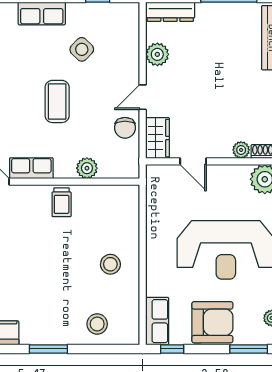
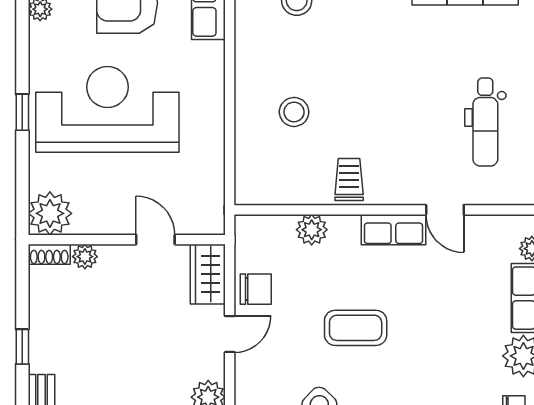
coffee table: (57, 101) -> (356, 328), turned 90
chair: (125, 128) -> (256, 289), turned 90
stool: (110, 264) -> (294, 112), moved

